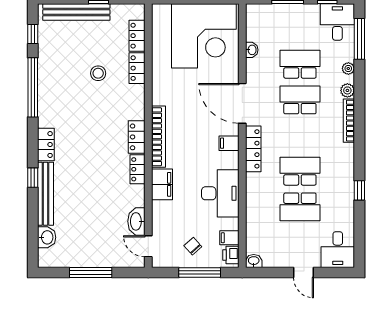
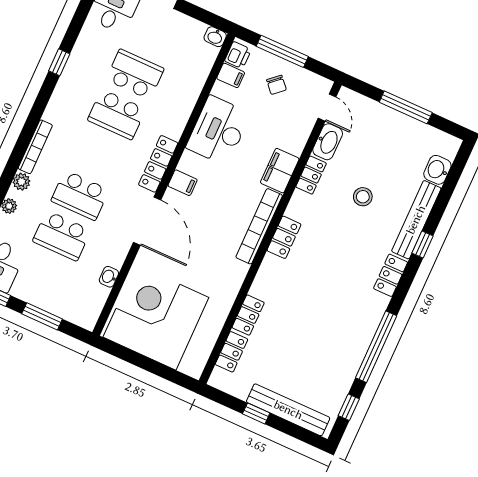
stool: (98, 73) -> (363, 197), moved
locker: (137, 169) -> (311, 175), moved

